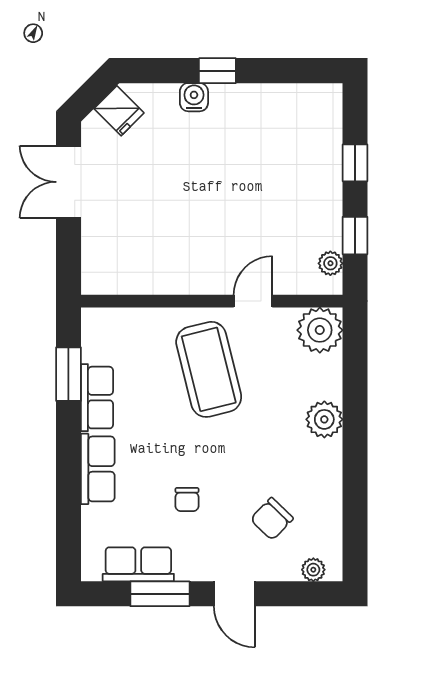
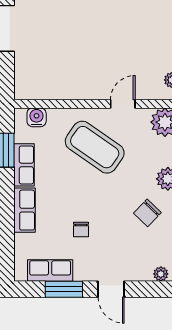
water cooler: (117, 322) -> (37, 117), added
coffee table: (209, 369) -> (95, 147), turned -41
chair: (272, 519) -> (147, 213), moved

